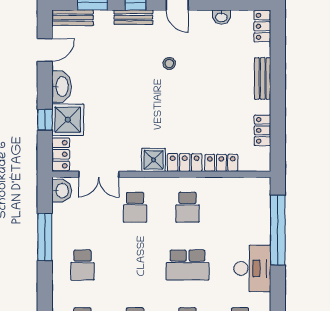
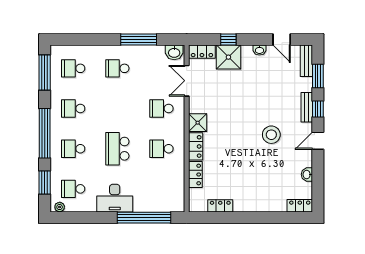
stool: (169, 63) -> (271, 135), width x1.89, depth x1.89
bench: (263, 79) -> (260, 206), removed
washbasin: (62, 87) -> (259, 50), width x0.52, depth x0.69

